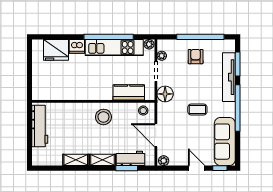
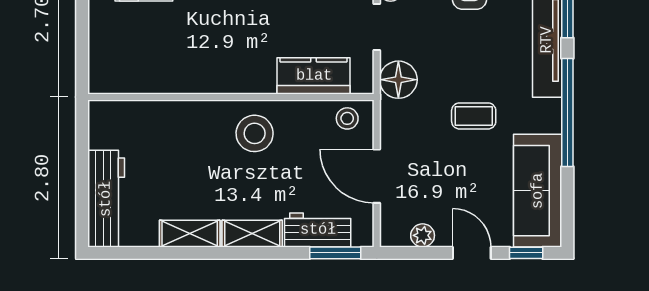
workbench: (40, 126) -> (106, 199), moved
plant: (164, 161) -> (423, 235), moved
window: (127, 168) -> (335, 253), moved

